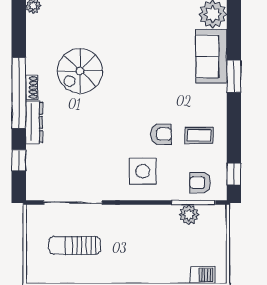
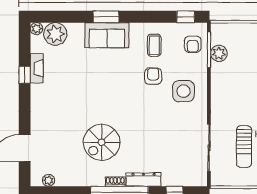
sofa: (211, 56) -> (107, 35), moved
spiral stairs: (80, 71) -> (102, 142), turned 90

